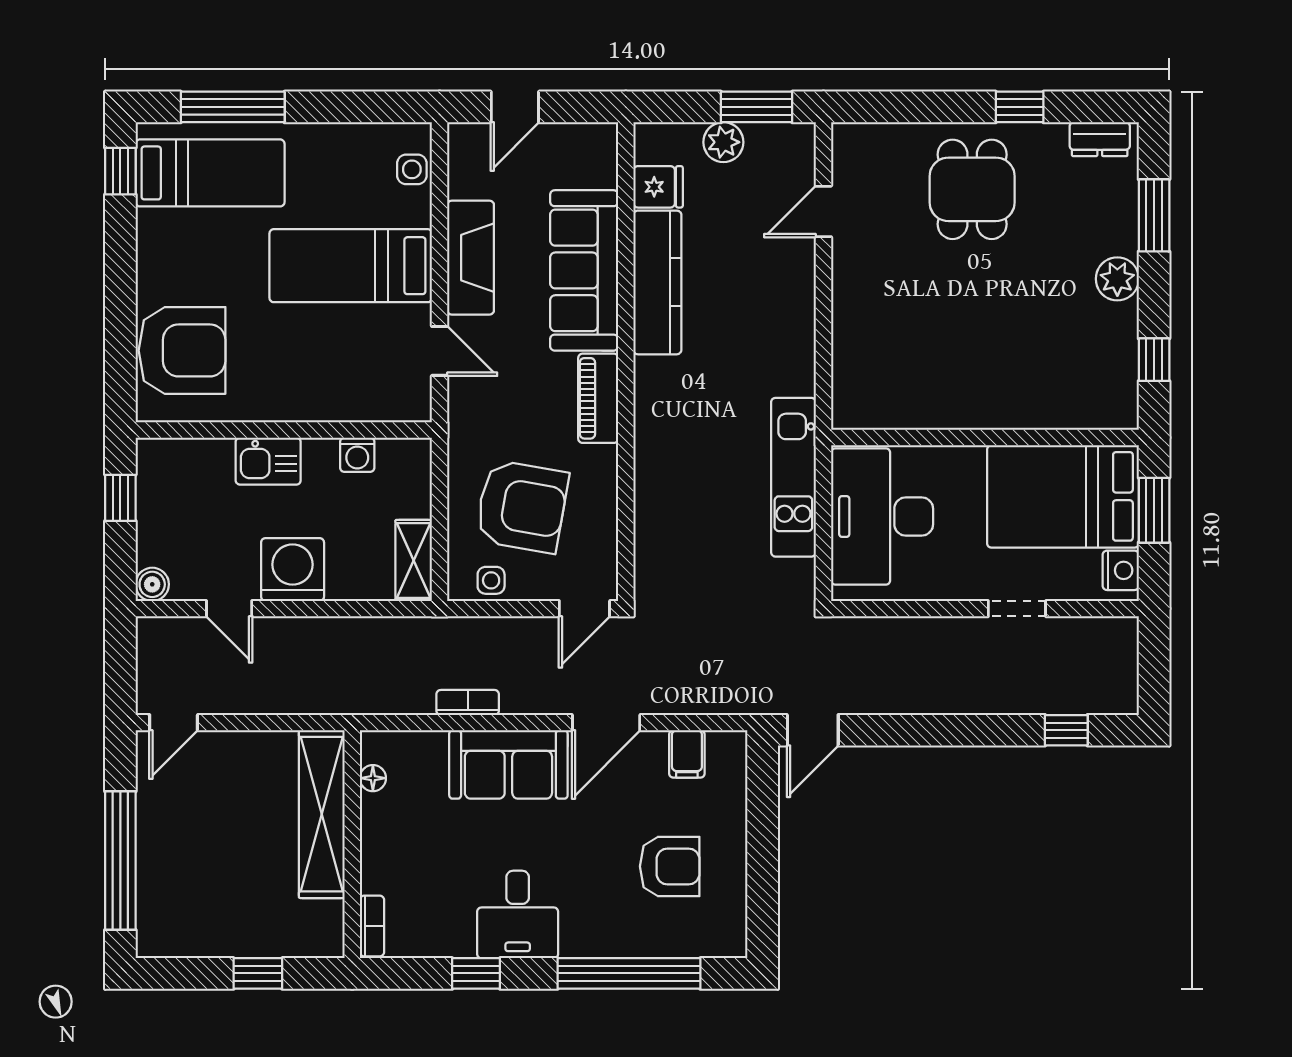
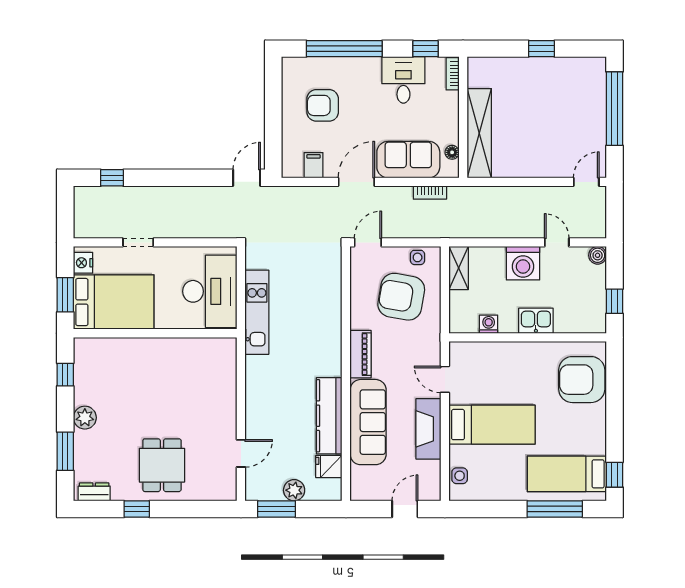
floor lamp: (373, 778) -> (452, 152), moved
shelving: (322, 814) -> (479, 133), moved
wall: (352, 844) -> (463, 117), moved
bookcase: (372, 926) -> (453, 74), moved

